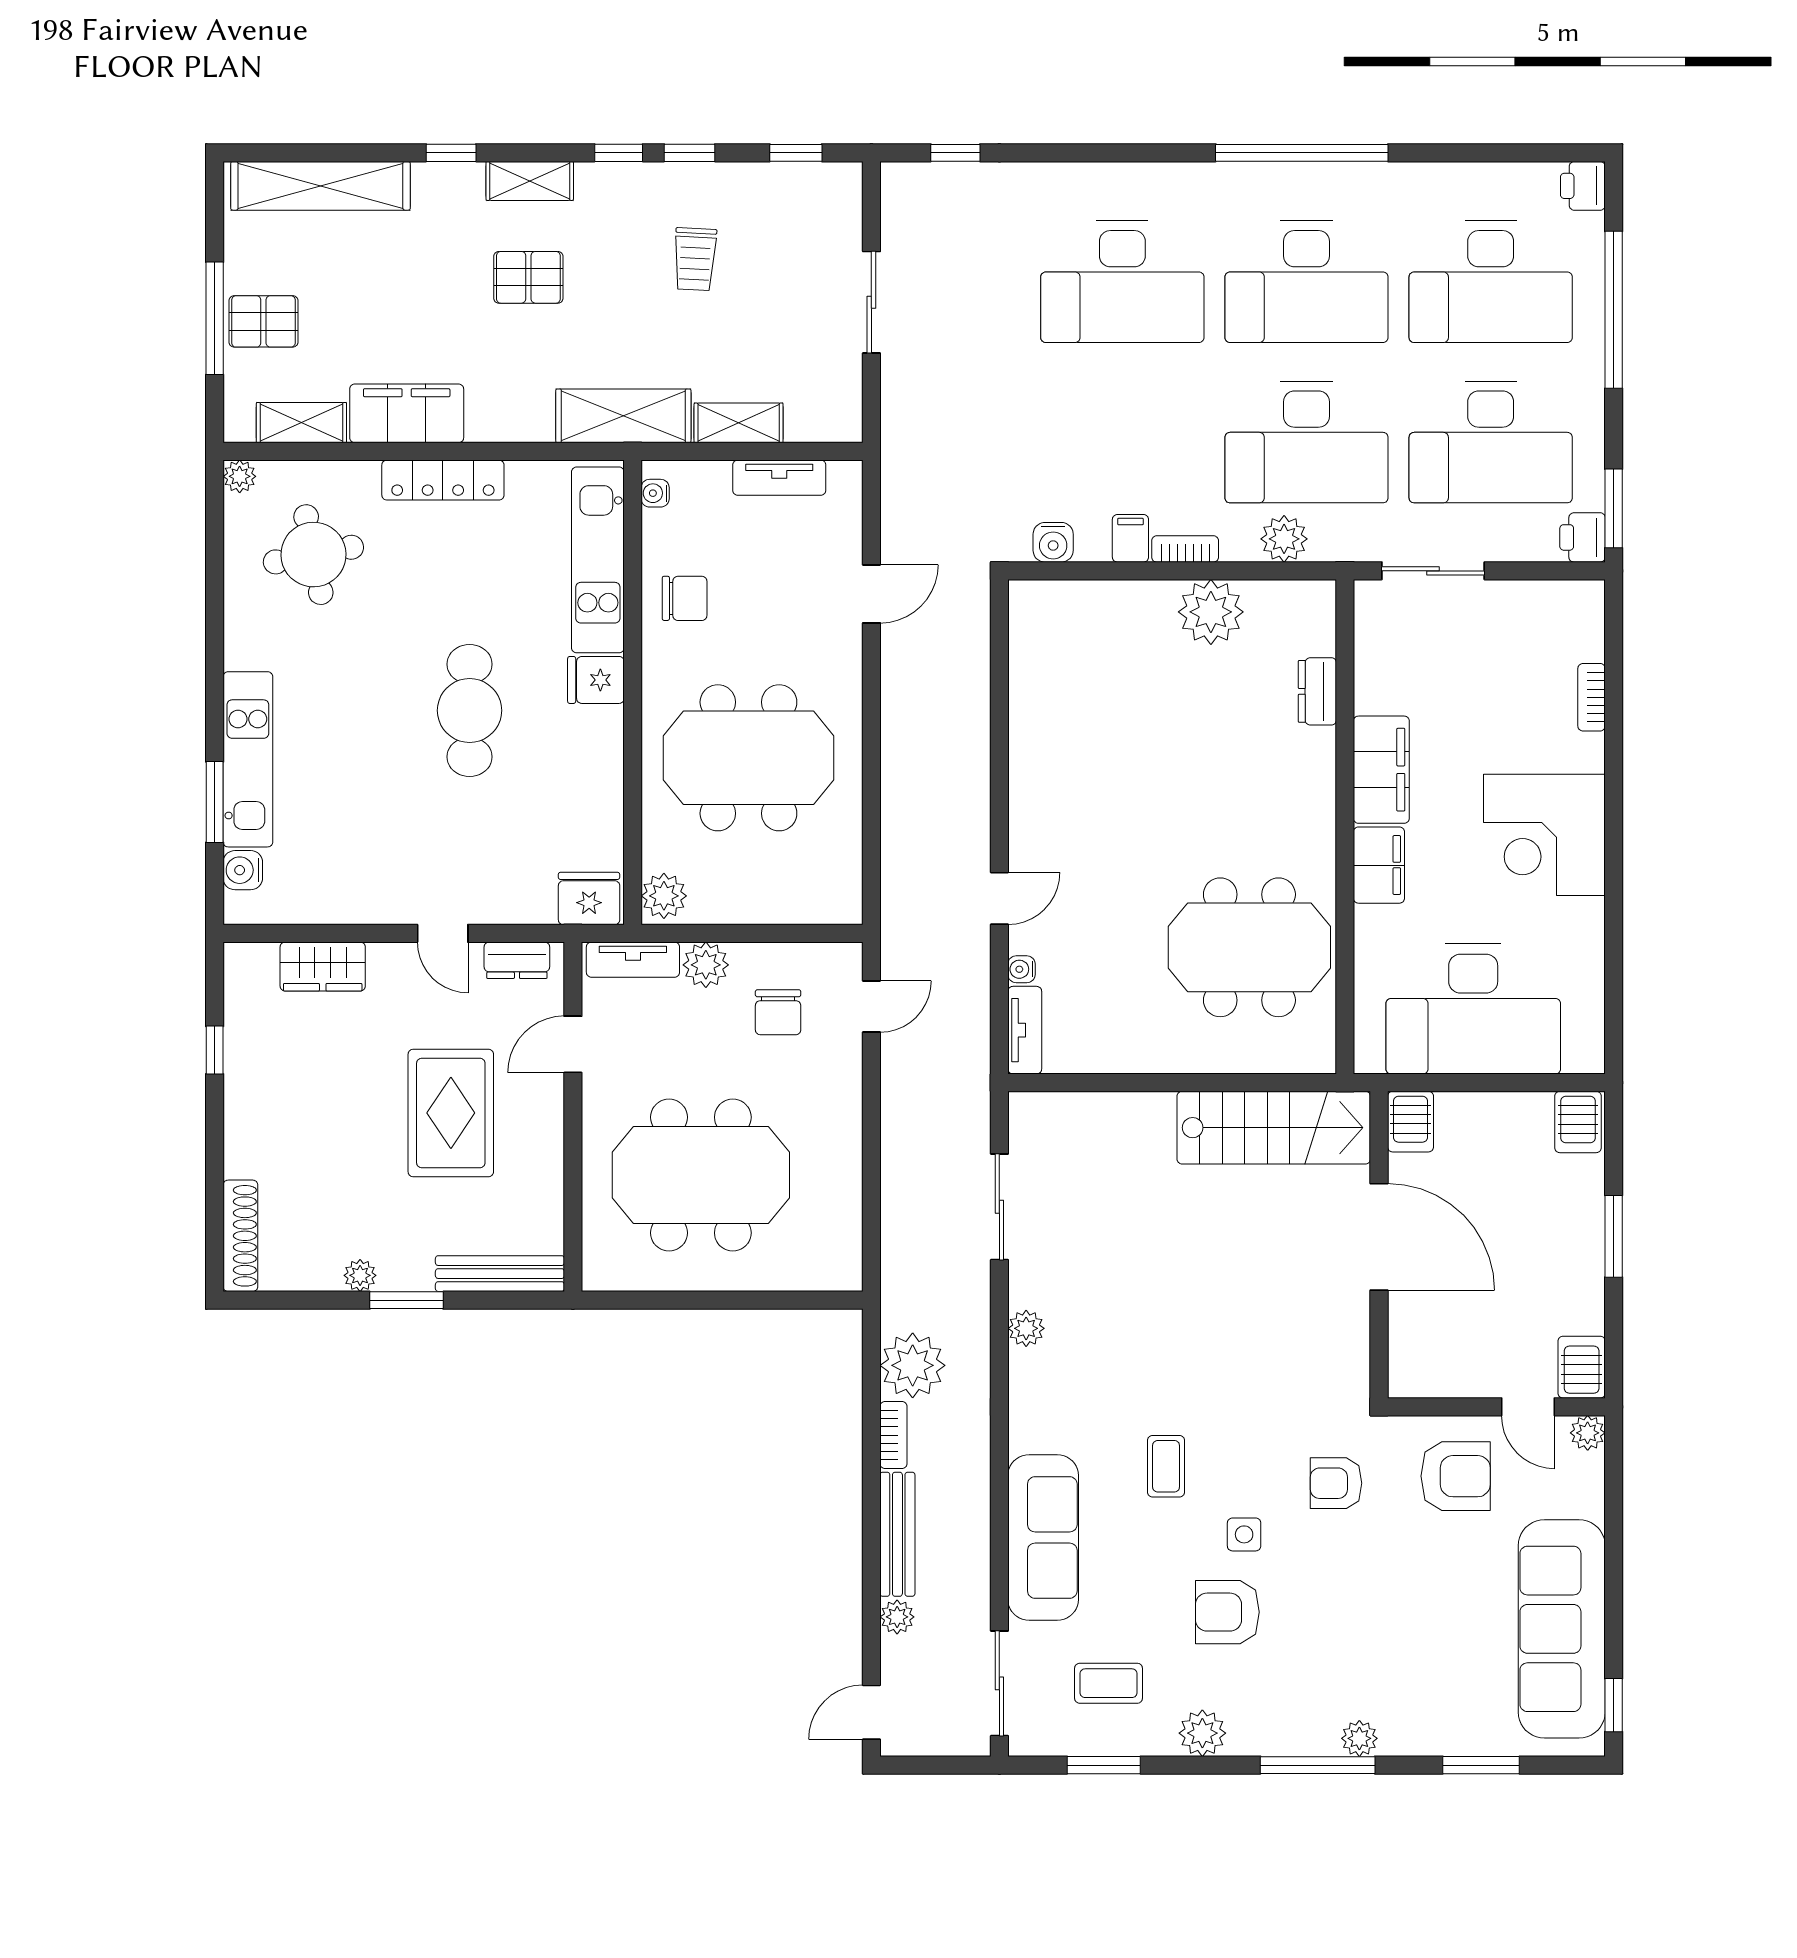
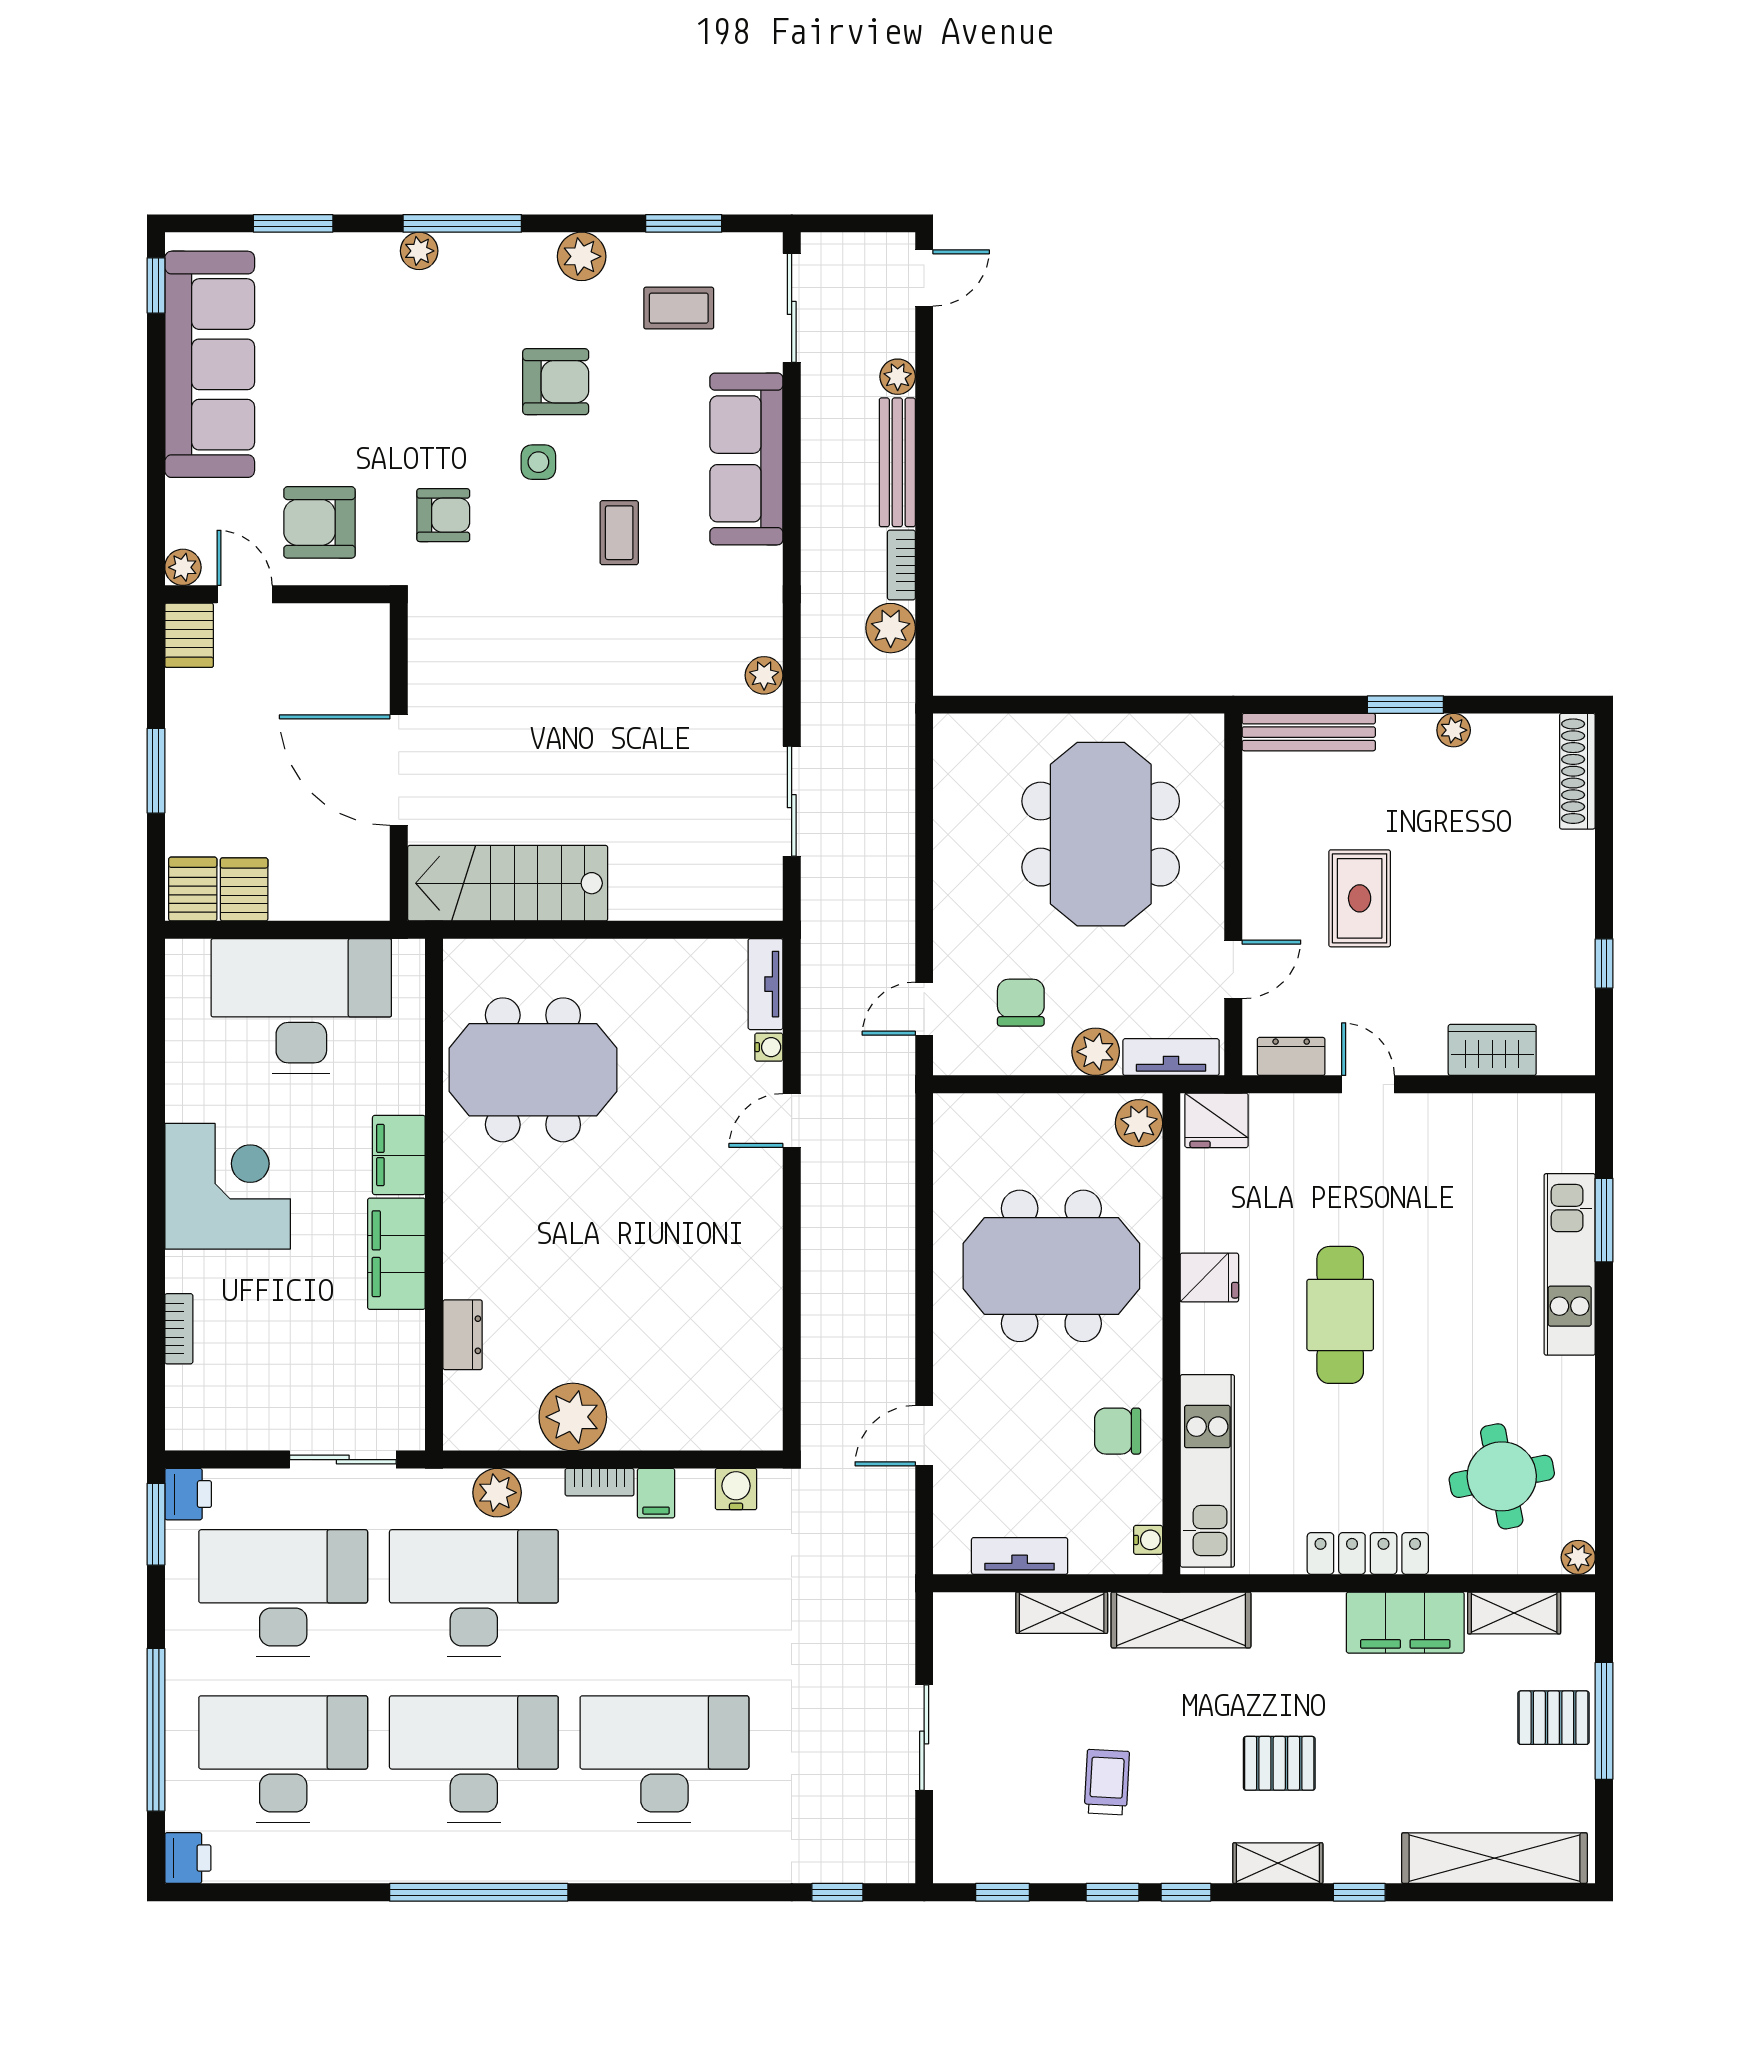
fridge: (596, 680) -> (1209, 1277), moved
water cooler: (243, 870) -> (1575, 1150), removed
rug: (451, 1113) -> (1360, 898), width x0.73, depth x0.70
server rack: (1410, 1122) -> (244, 889), moved
meeting table: (701, 1175) -> (1101, 834), turned 90
plant: (913, 1365) -> (891, 628), width x0.73, depth x0.73

